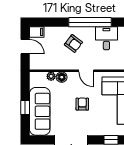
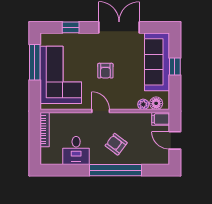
window: (90, 22) -> (116, 170), moved
filing cabinet: (37, 32) -> (161, 119), moved
floor lamp: (62, 77) -> (156, 103), moved

